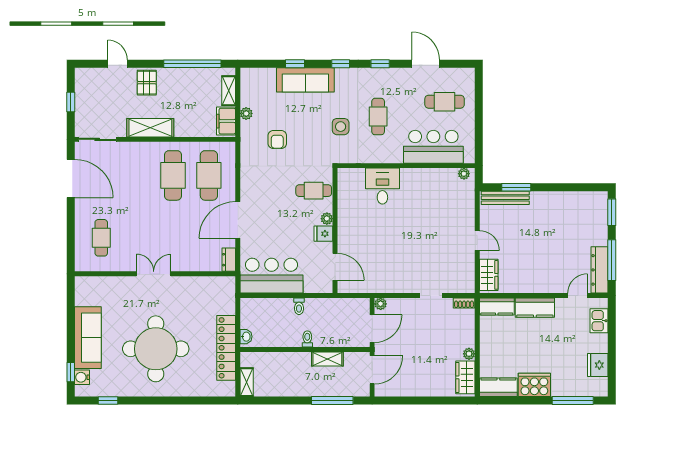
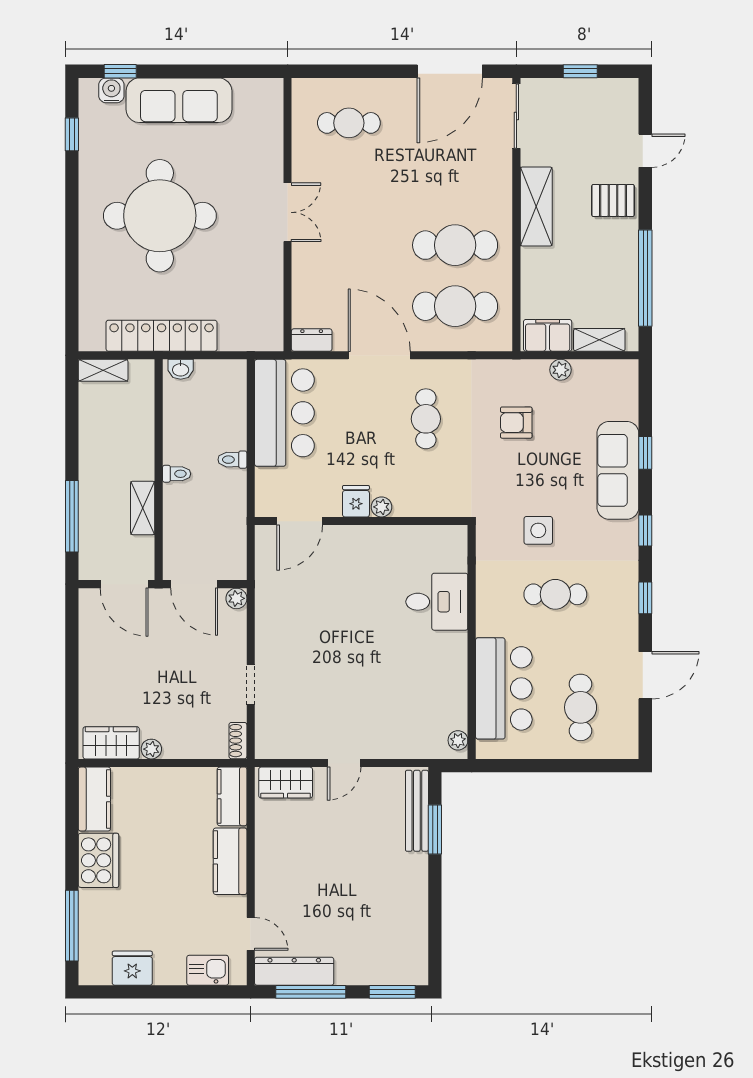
cafe table: (314, 191) -> (426, 419), moved

